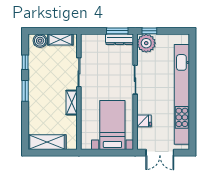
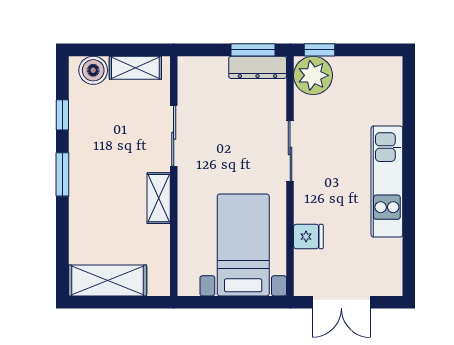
kitchen unit: (182, 94) -> (387, 182), width x0.54

